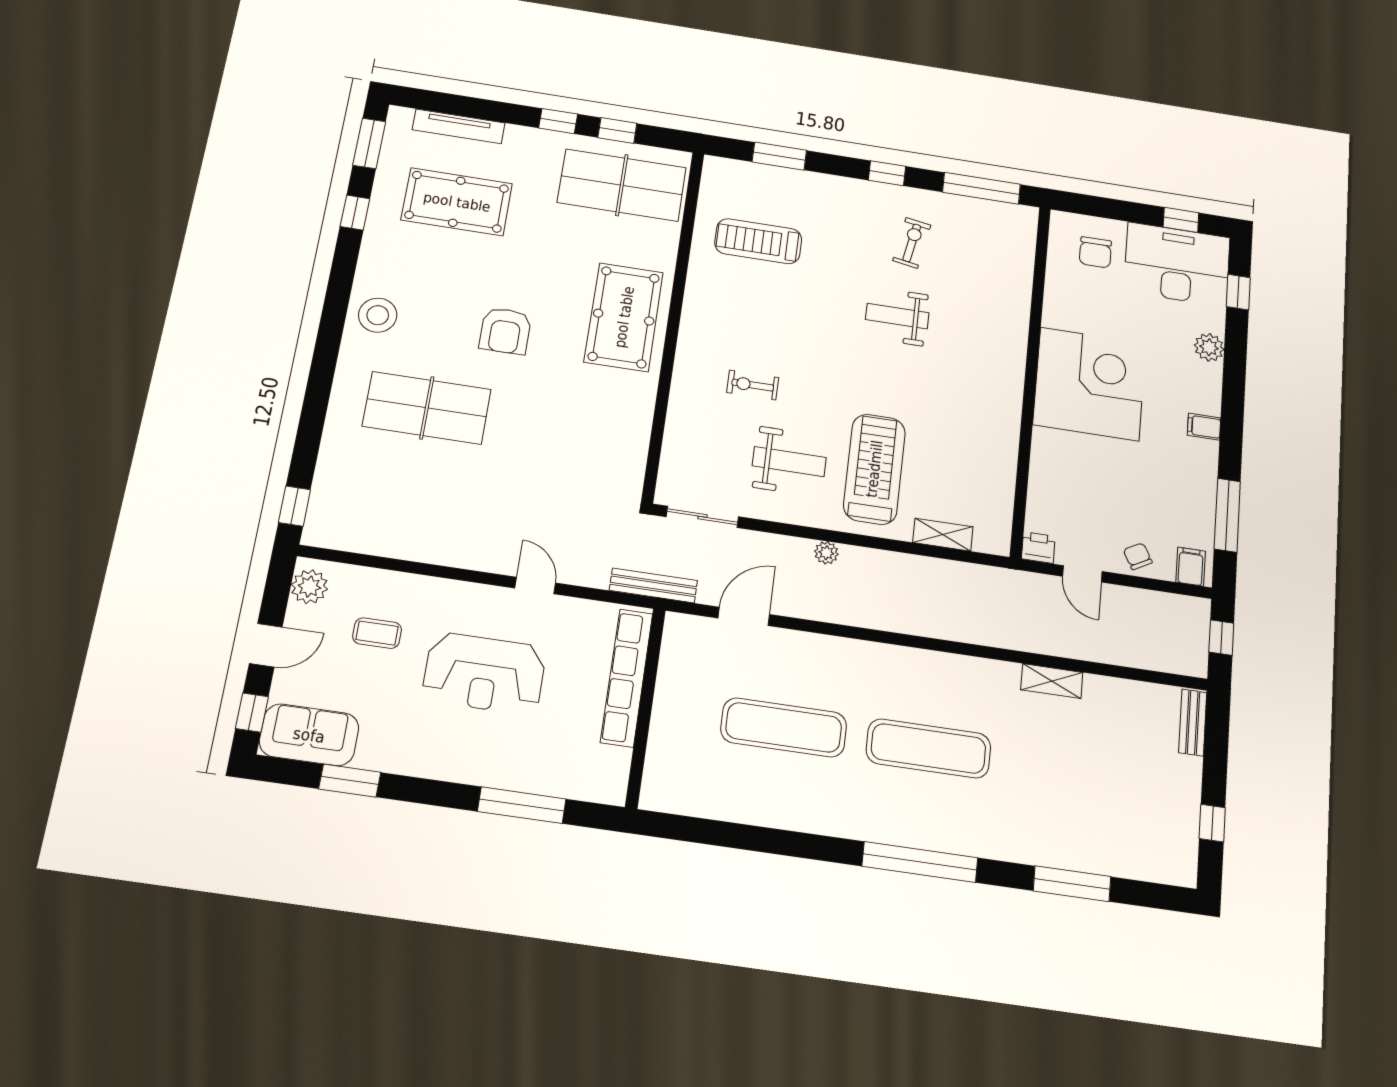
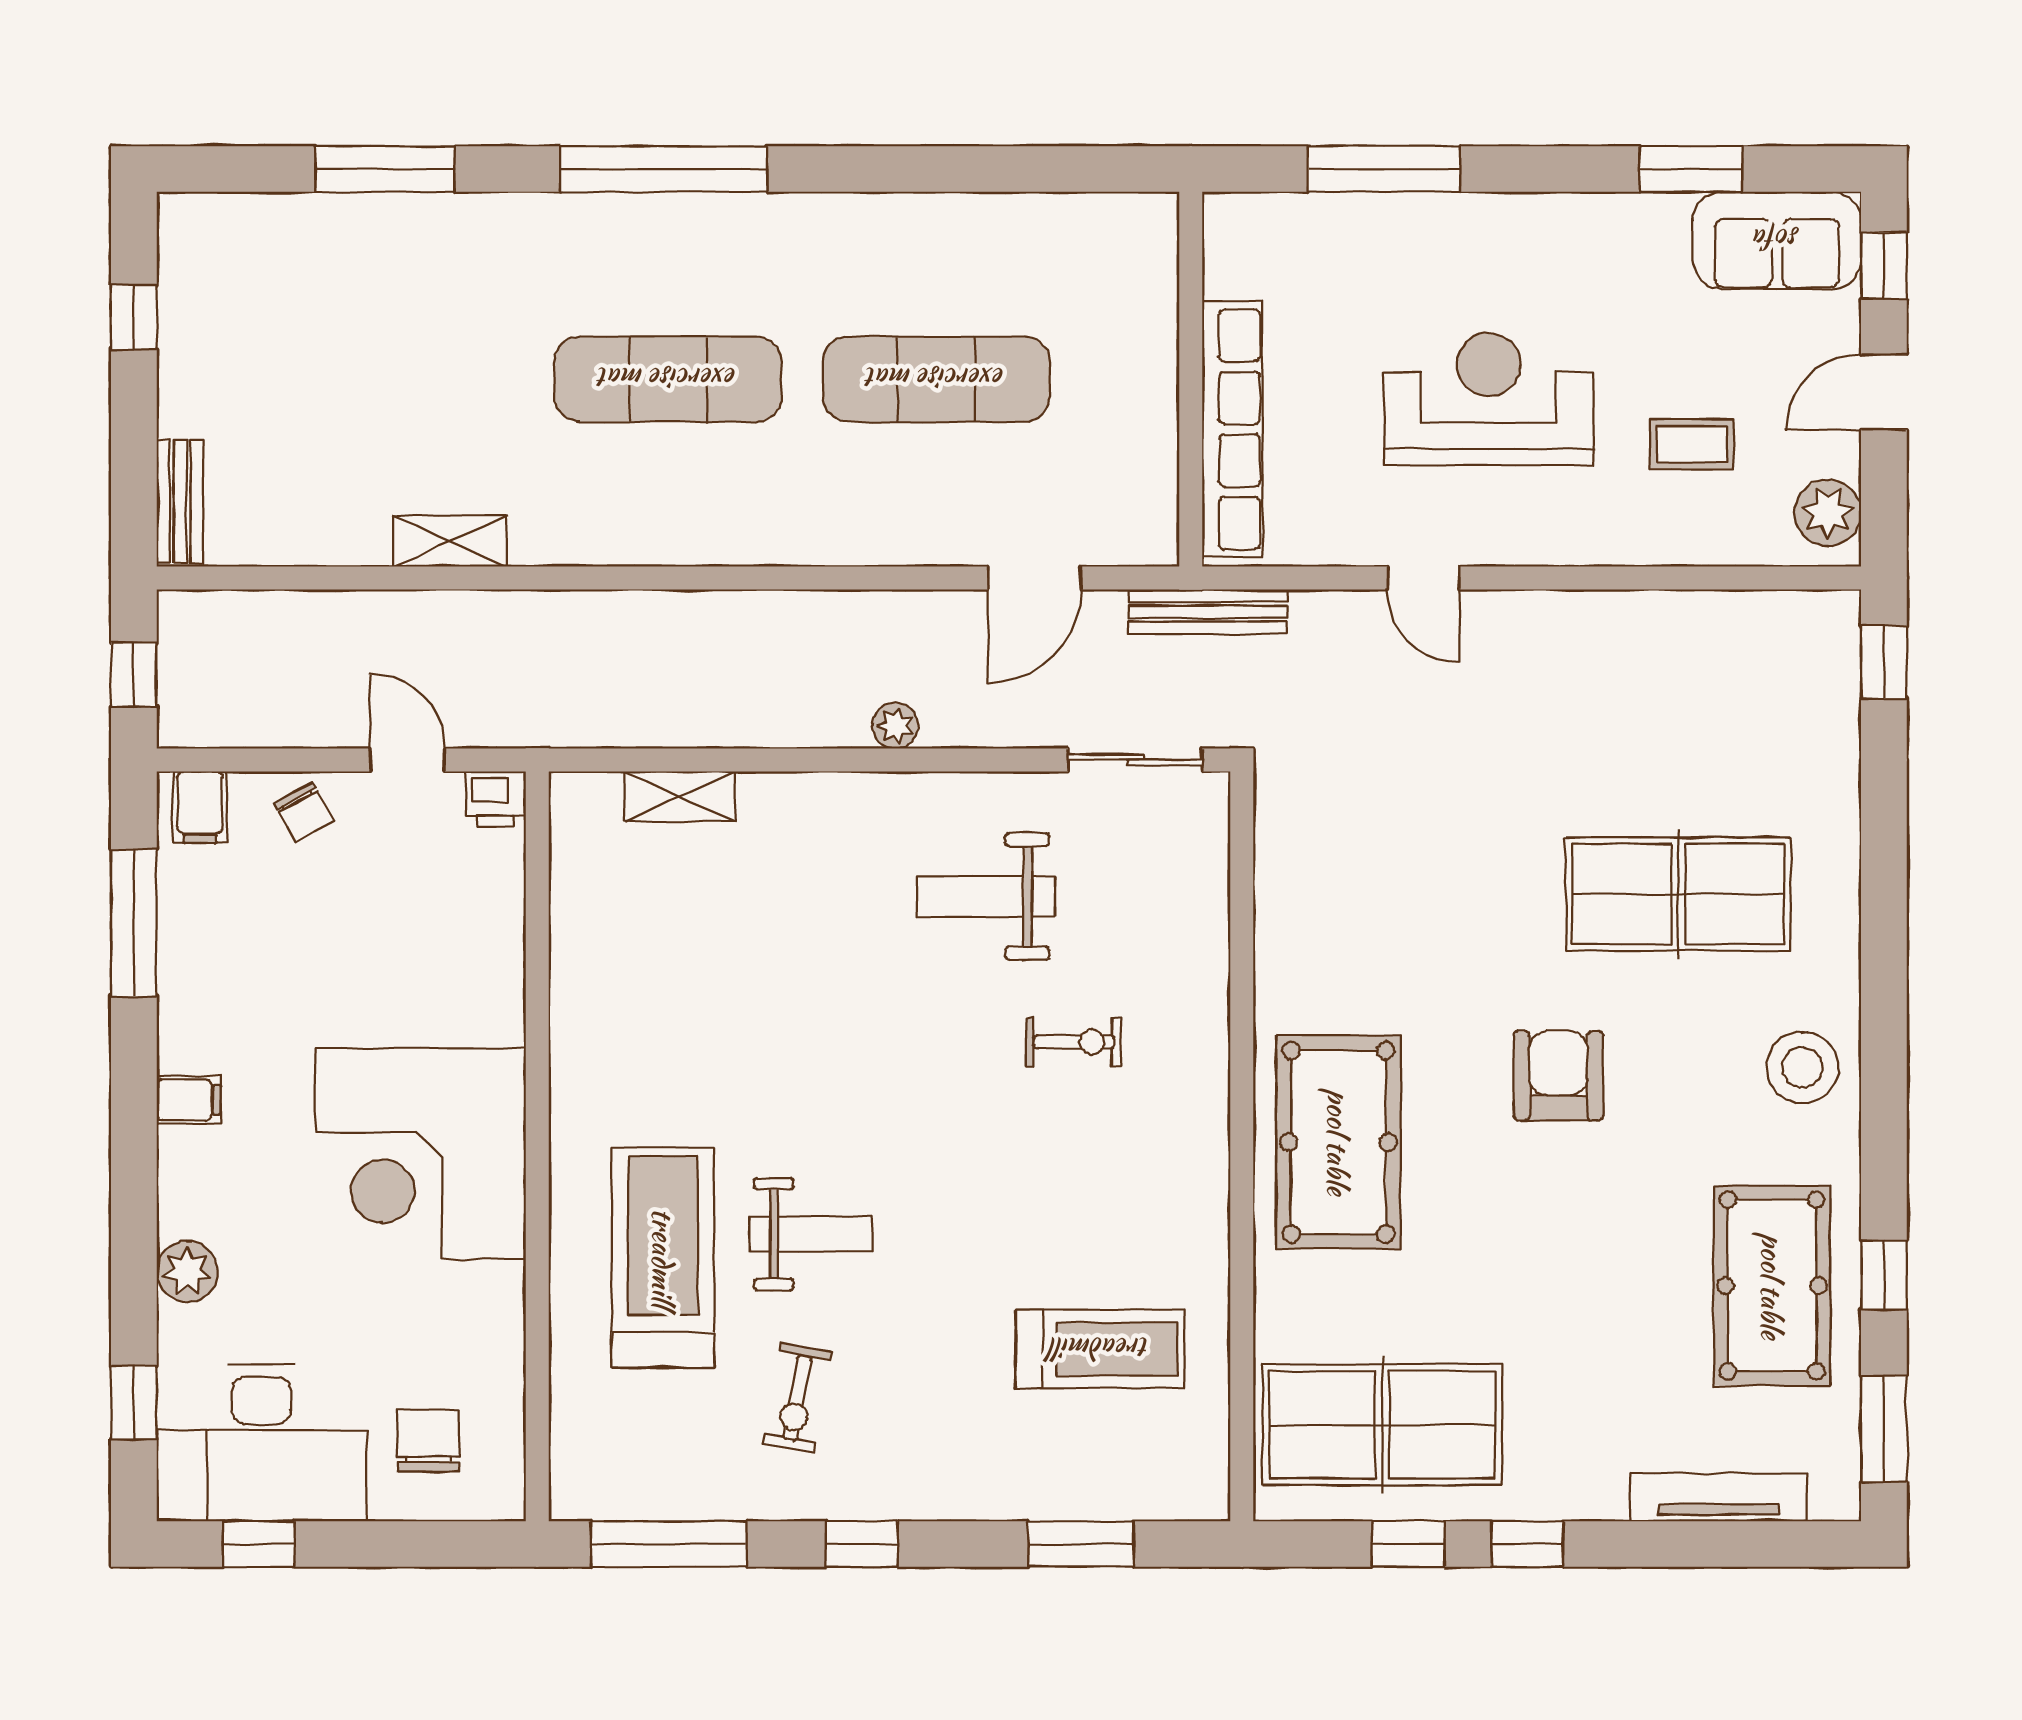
pool table: (457, 202) -> (1772, 1286), moved, turned 90
treadmill: (874, 469) -> (663, 1258), moved, turned 180

